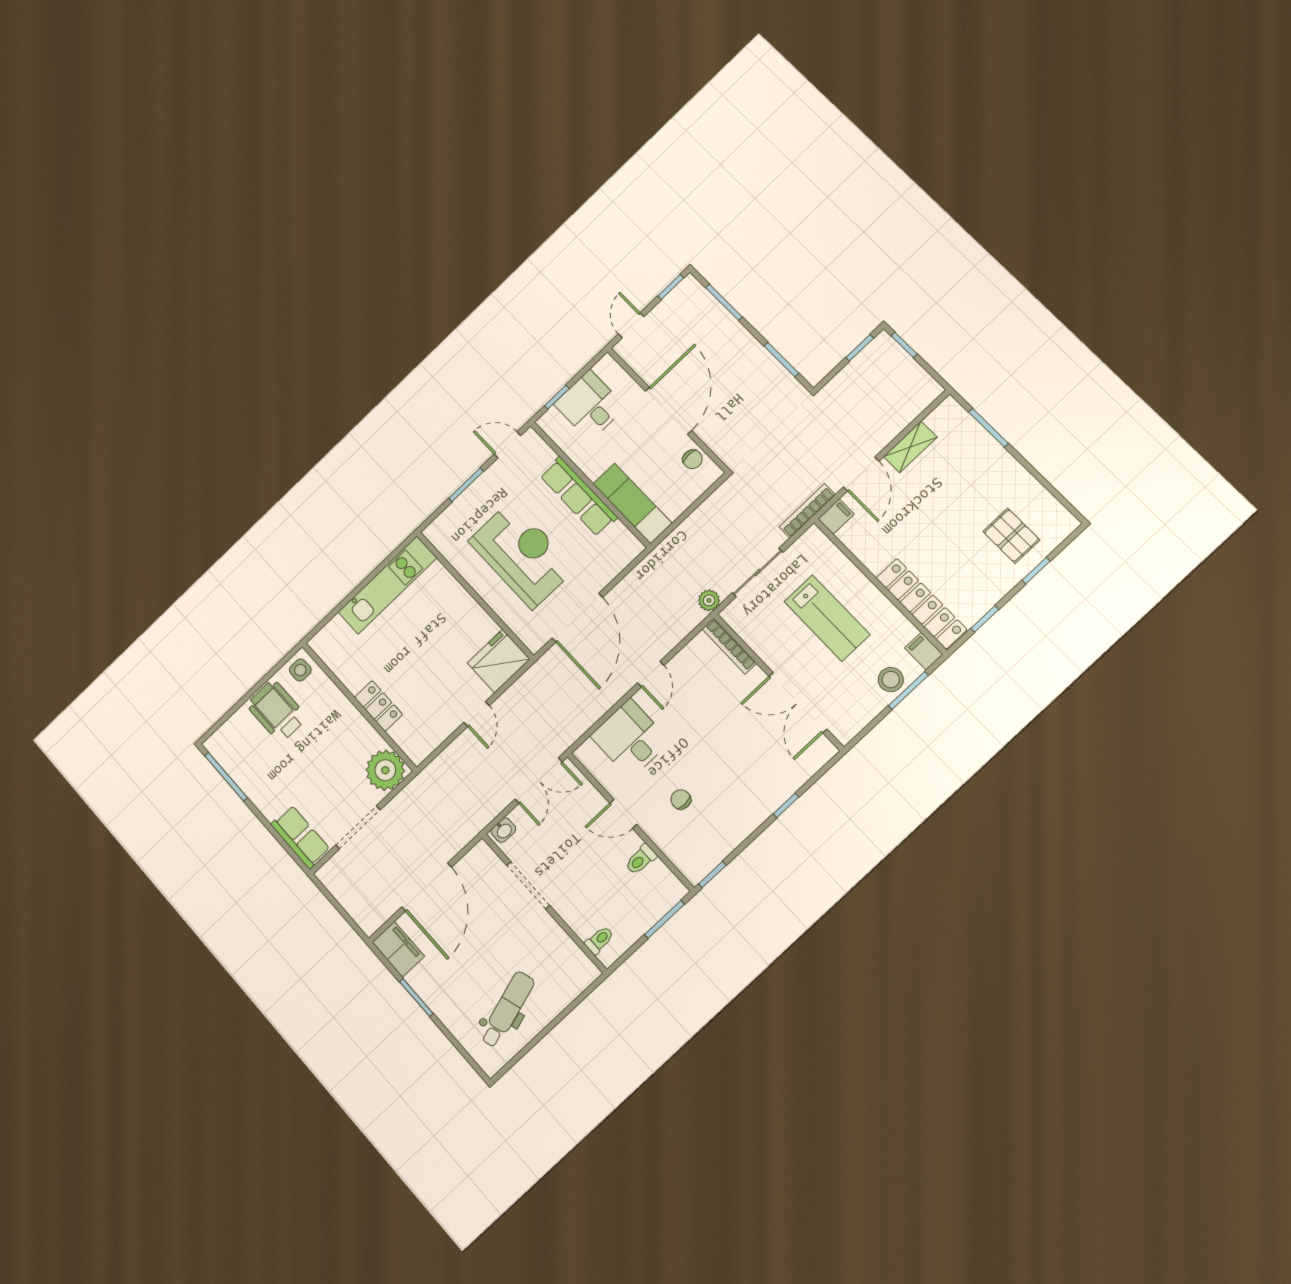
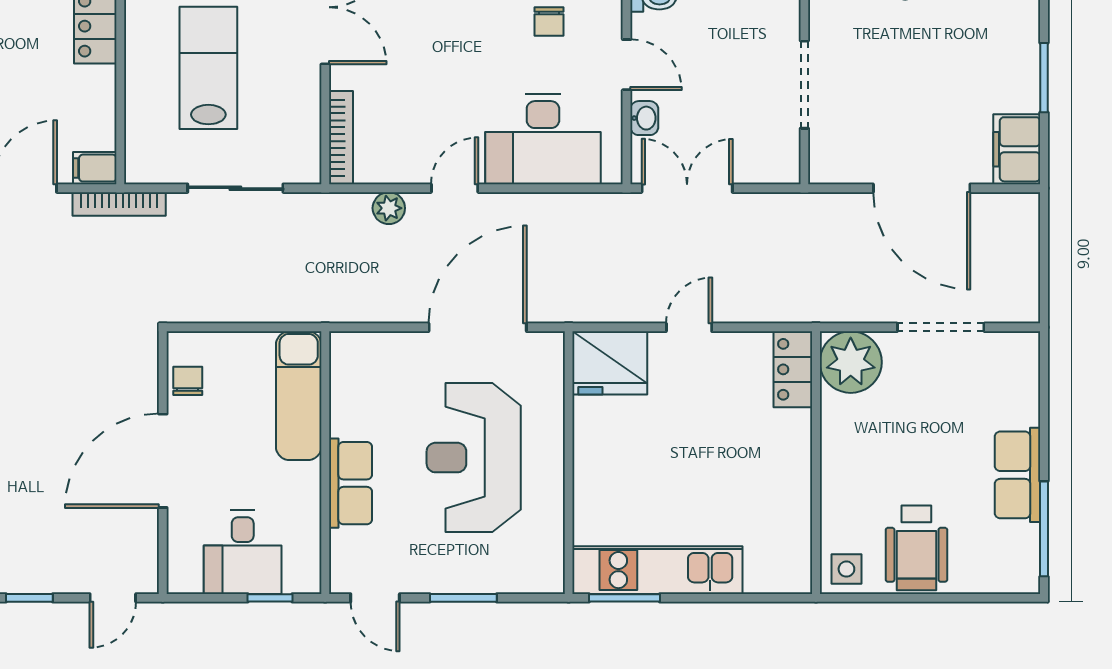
row of seats: (578, 496) -> (350, 483), width x0.68
window: (391, 557) -> (624, 598), added
plant: (709, 600) -> (389, 208), moved
locker: (378, 706) -> (793, 369), moved
desk: (630, 739) -> (543, 139), width x1.37
washbasin: (503, 830) -> (644, 118), moved, turned 90
row of seats: (300, 837) -> (1018, 475), moved
door: (427, 887) -> (922, 188), swing flipped

